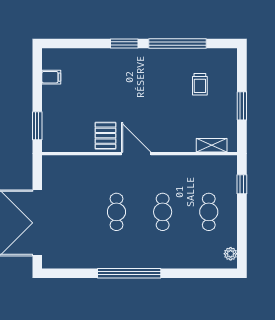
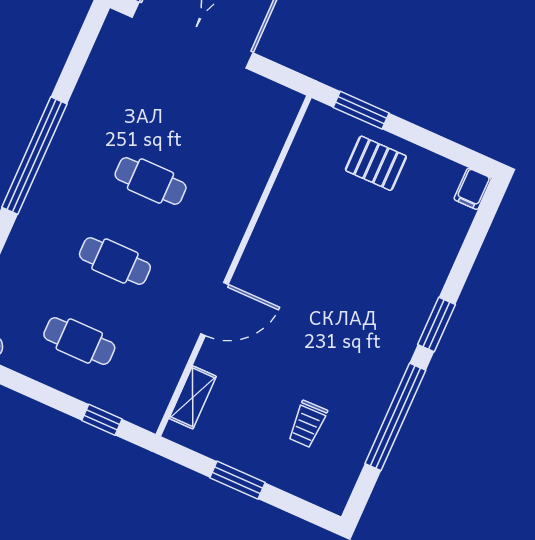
filing cabinet: (51, 77) -> (473, 189), moved
trolley: (200, 84) -> (307, 424), turned -91
pallet: (105, 136) -> (376, 163), moved
door: (136, 154) -> (215, 309), moved

